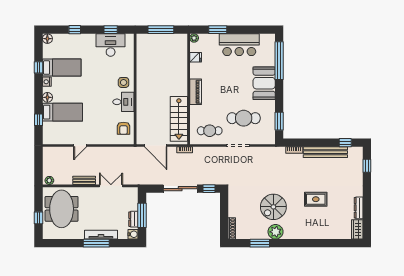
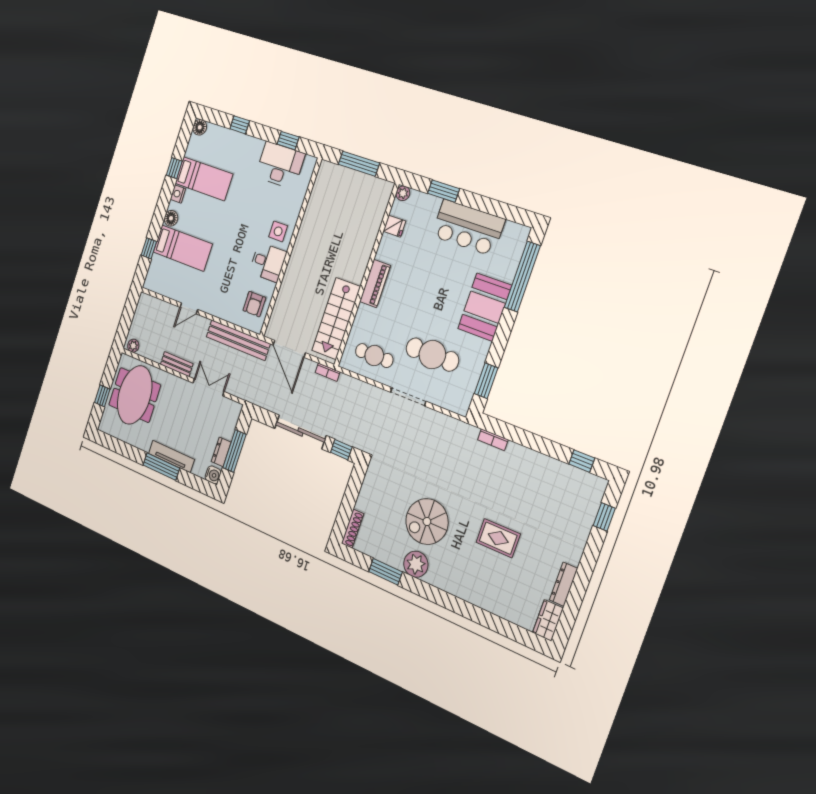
bench: (325, 152) -> (238, 340), moved

